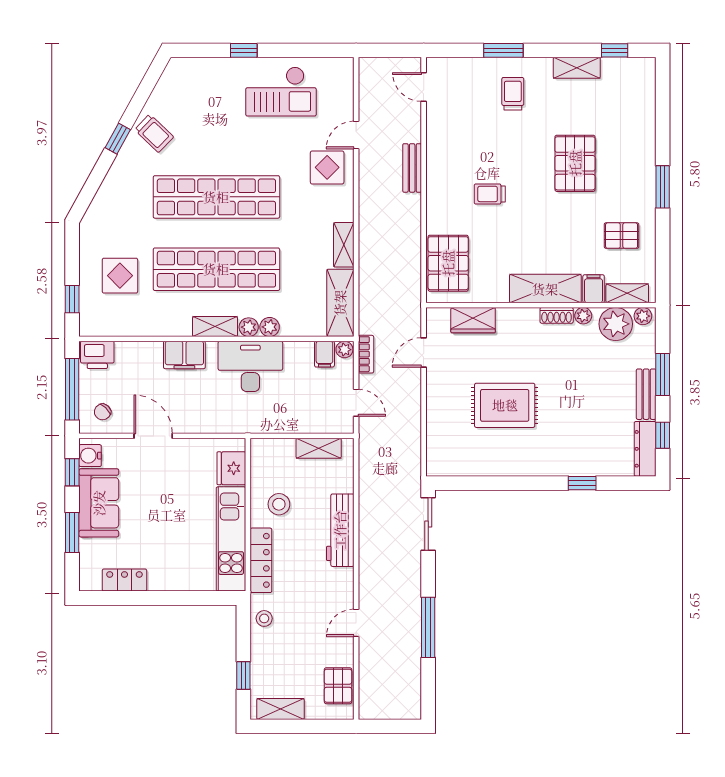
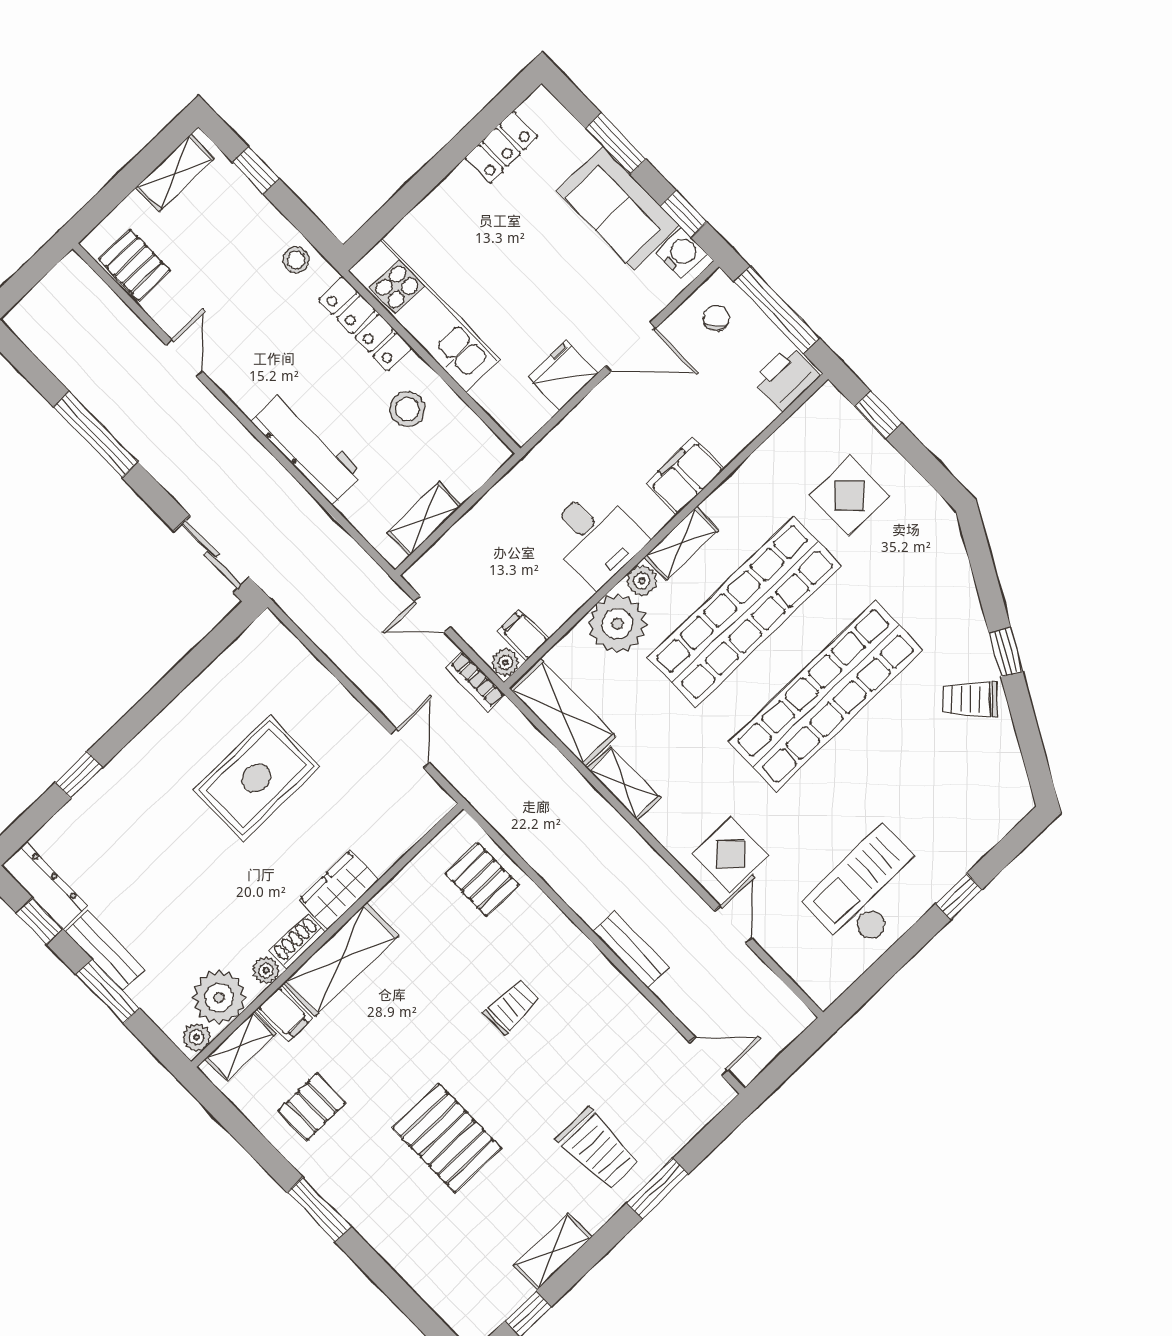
trolley: (513, 94) -> (598, 1149), width x1.36, depth x1.39
pallet: (448, 263) -> (482, 879), width x0.67, depth x0.71
wardrobe: (473, 320) -> (339, 890), moved
plant: (270, 327) -> (617, 624), width x1.88, depth x1.88
desk: (250, 366) -> (596, 537), width x0.73
fridge: (231, 468) -> (563, 375), moved, turned -90

